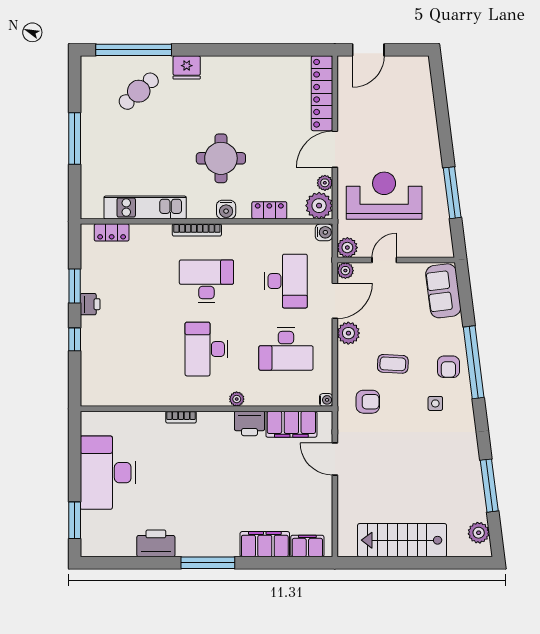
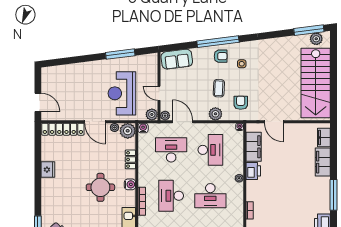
fridge: (187, 67) -> (48, 170), moved
plant: (348, 333) -> (215, 114), moved
door: (335, 459) -> (274, 122), hinge flipped
window: (489, 486) -> (309, 30), moved
stairs: (402, 540) -> (316, 83), width x1.36, depth x1.51

